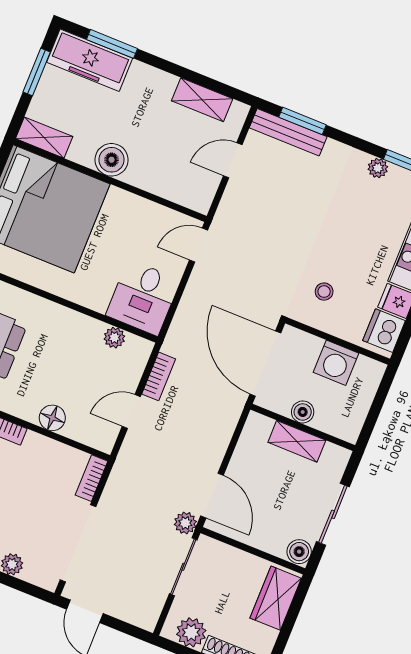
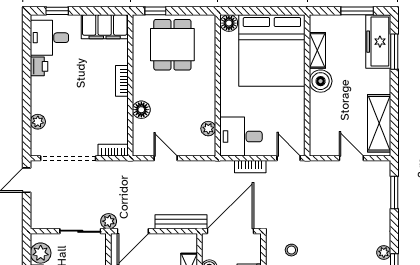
shelving: (202, 100) -> (379, 123), width x1.50, depth x1.33
bench: (288, 132) -> (181, 222), moved, turned 90
shelving: (44, 138) -> (317, 50), moved
bookcase: (159, 376) -> (250, 167), moved

